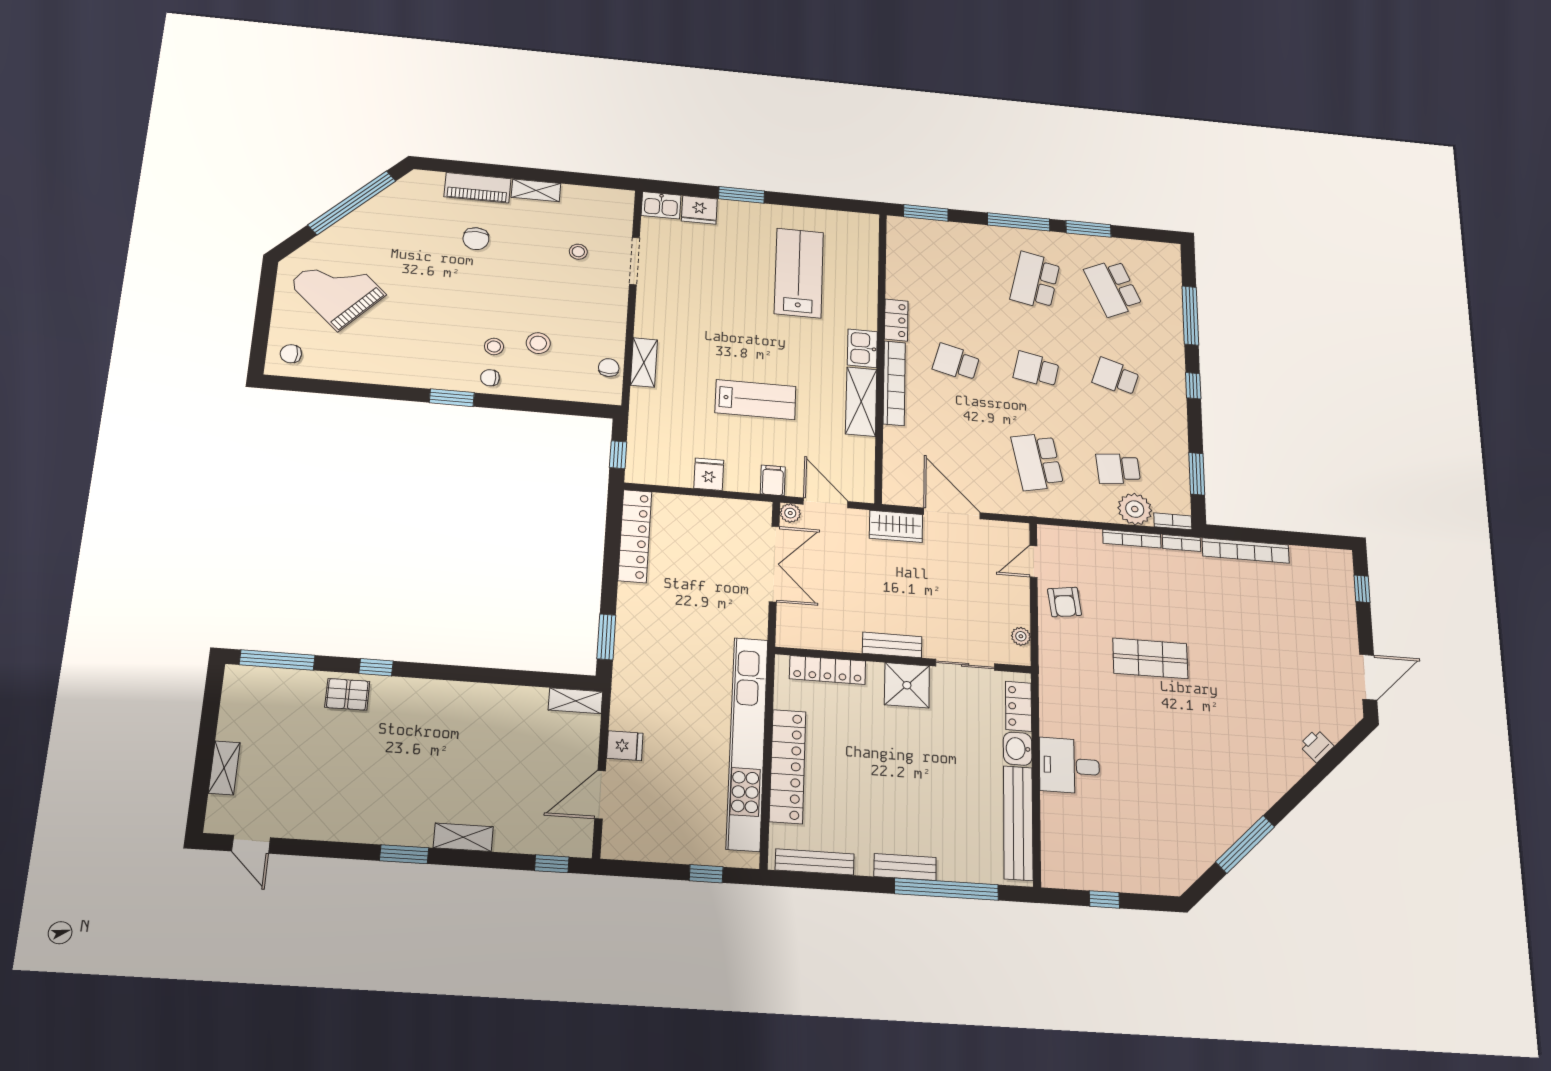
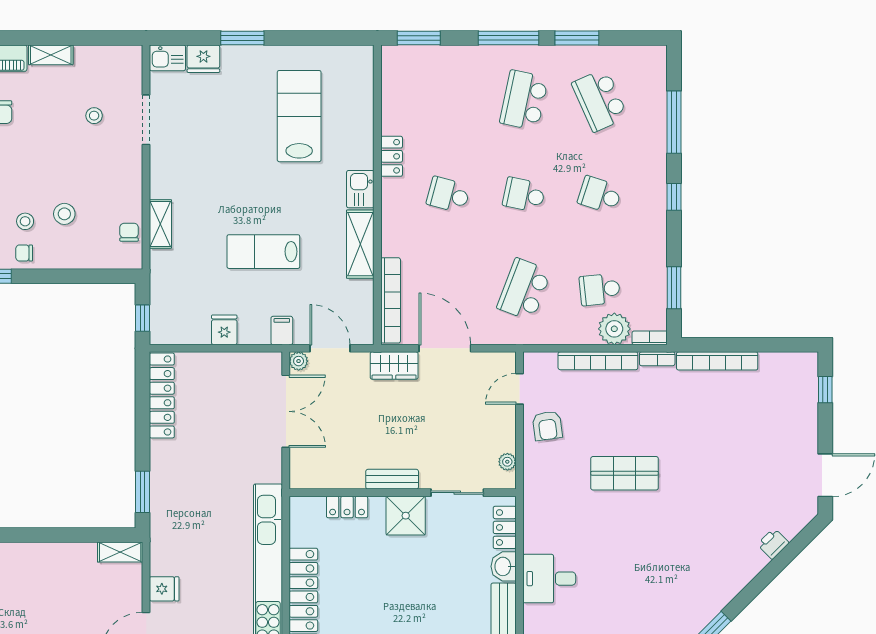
bookcase: (894, 383) -> (391, 300), moved
lab bench: (755, 400) -> (263, 252), turned 180
school desk: (1037, 462) -> (524, 289), turned 33
bookcase: (1132, 539) -> (598, 361), width x1.48, depth x1.31
locker: (828, 670) -> (347, 507), width x0.66

